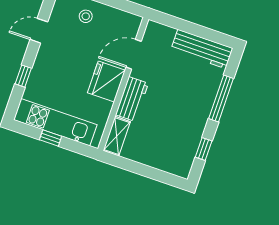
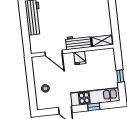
fridge: (106, 81) -> (80, 58), width x0.53, depth x0.75
kitchen unit: (55, 122) -> (95, 97), moved, turned 90

